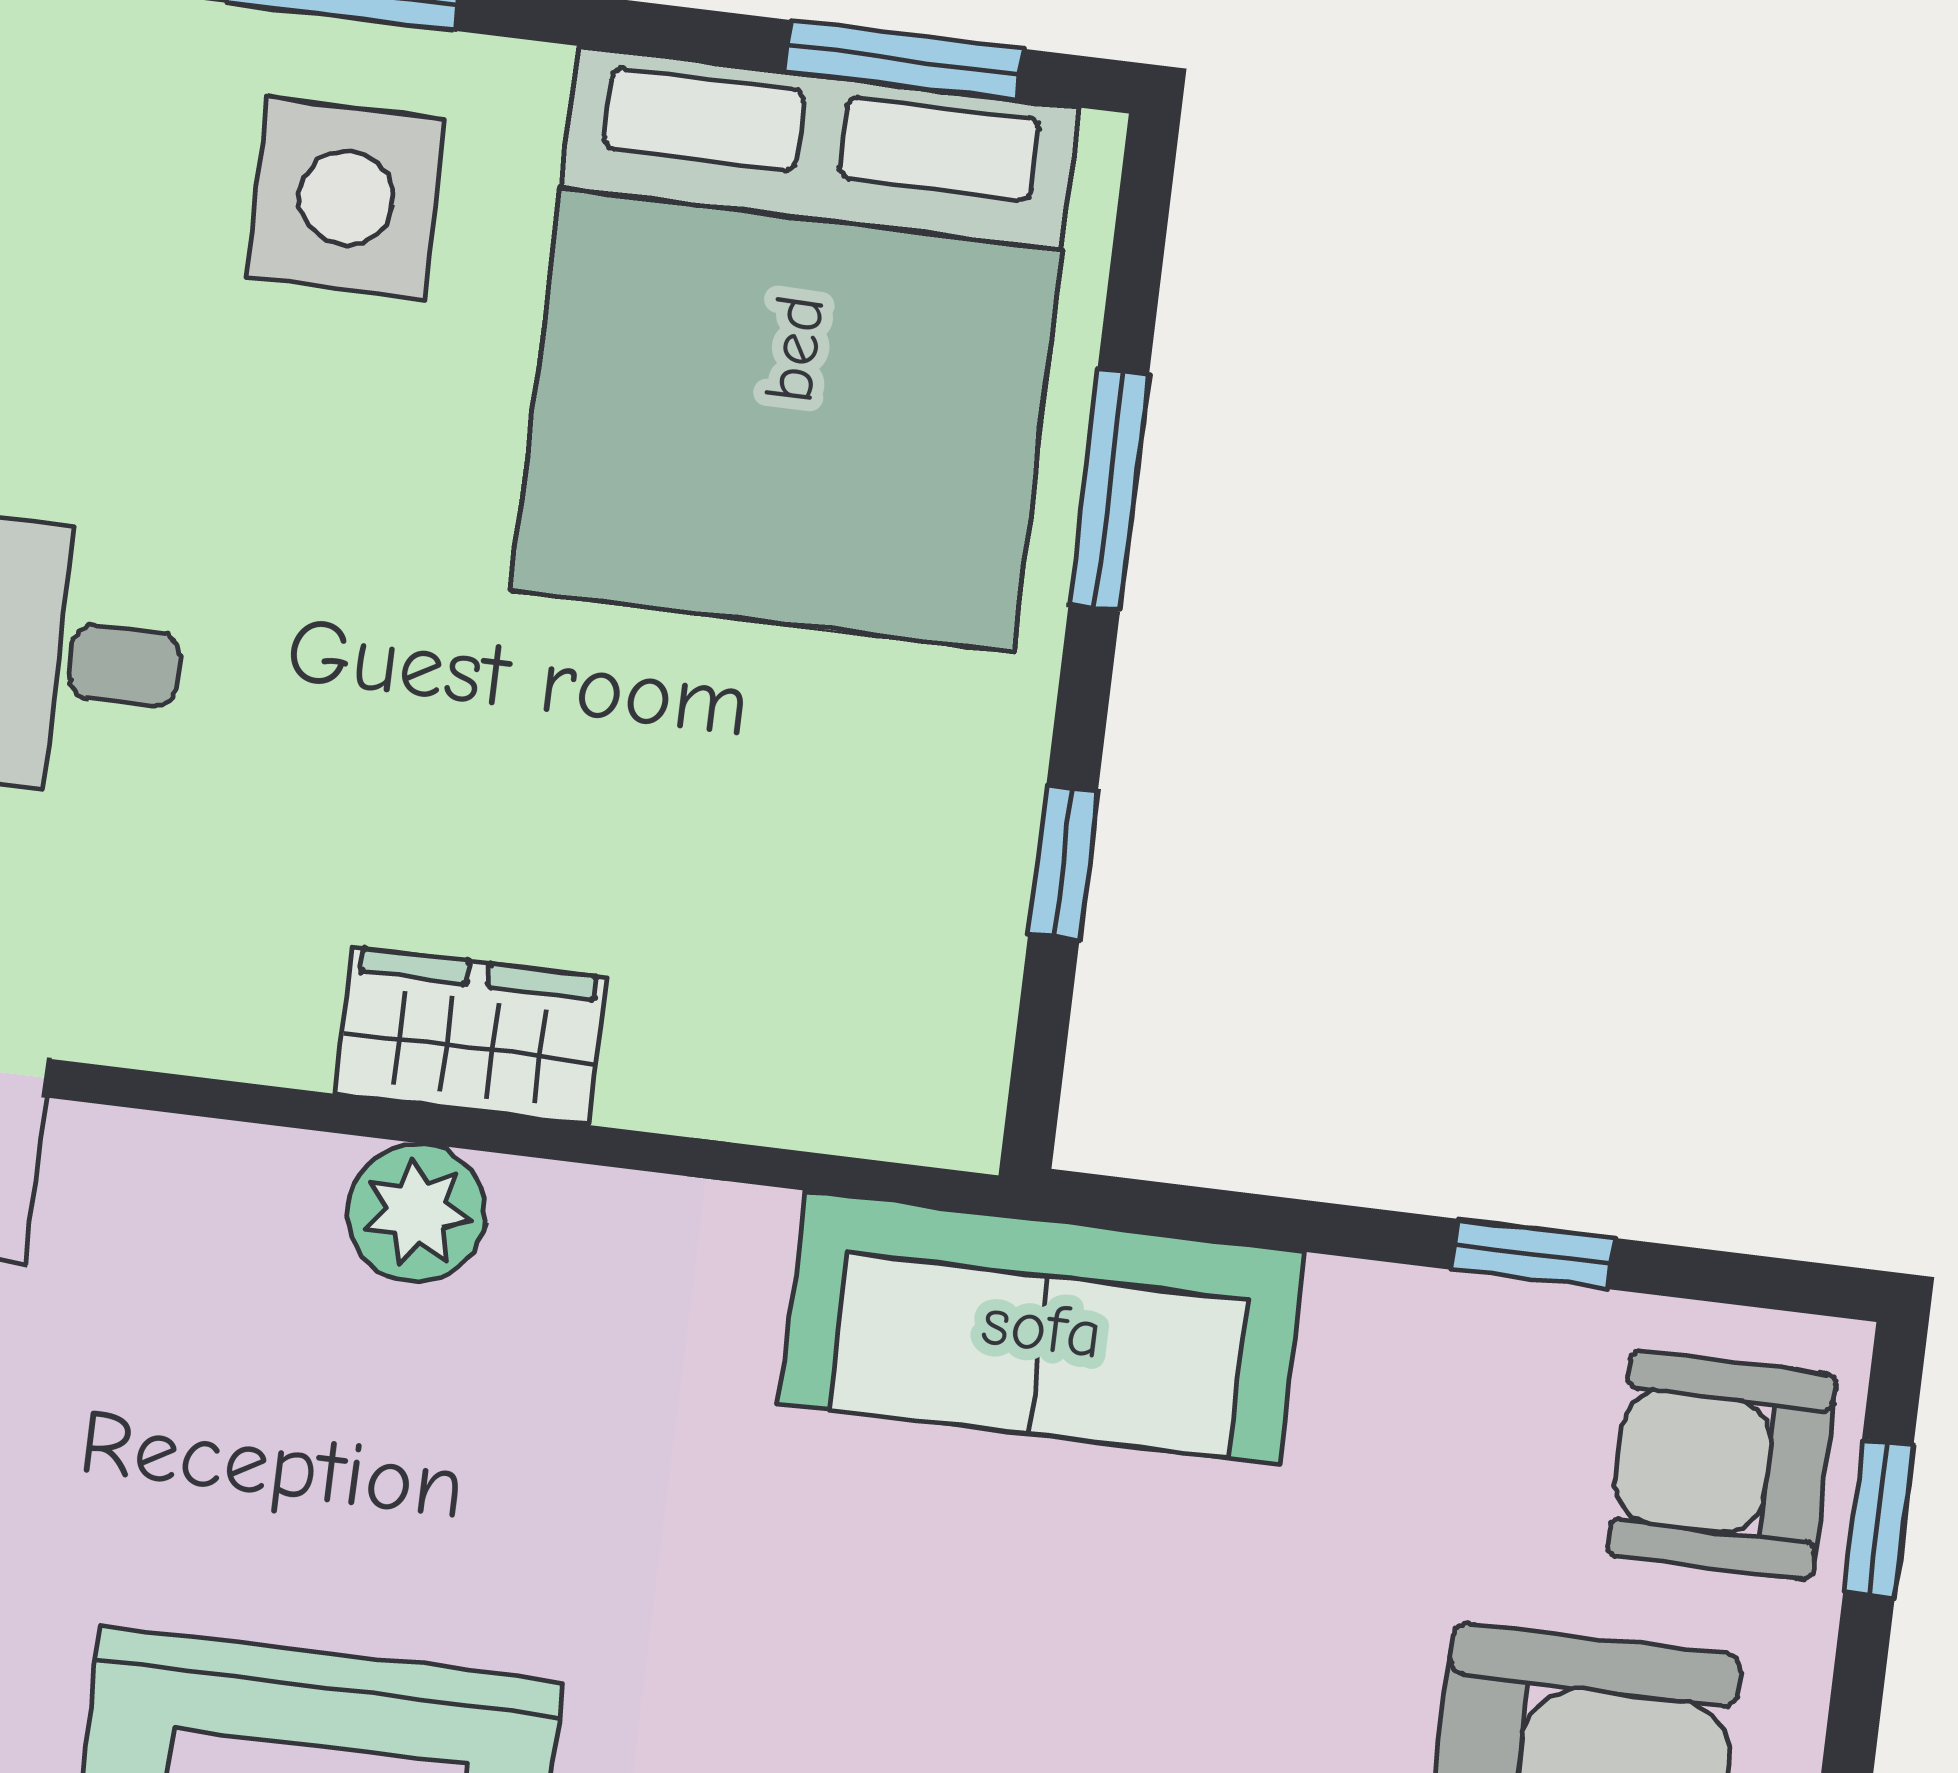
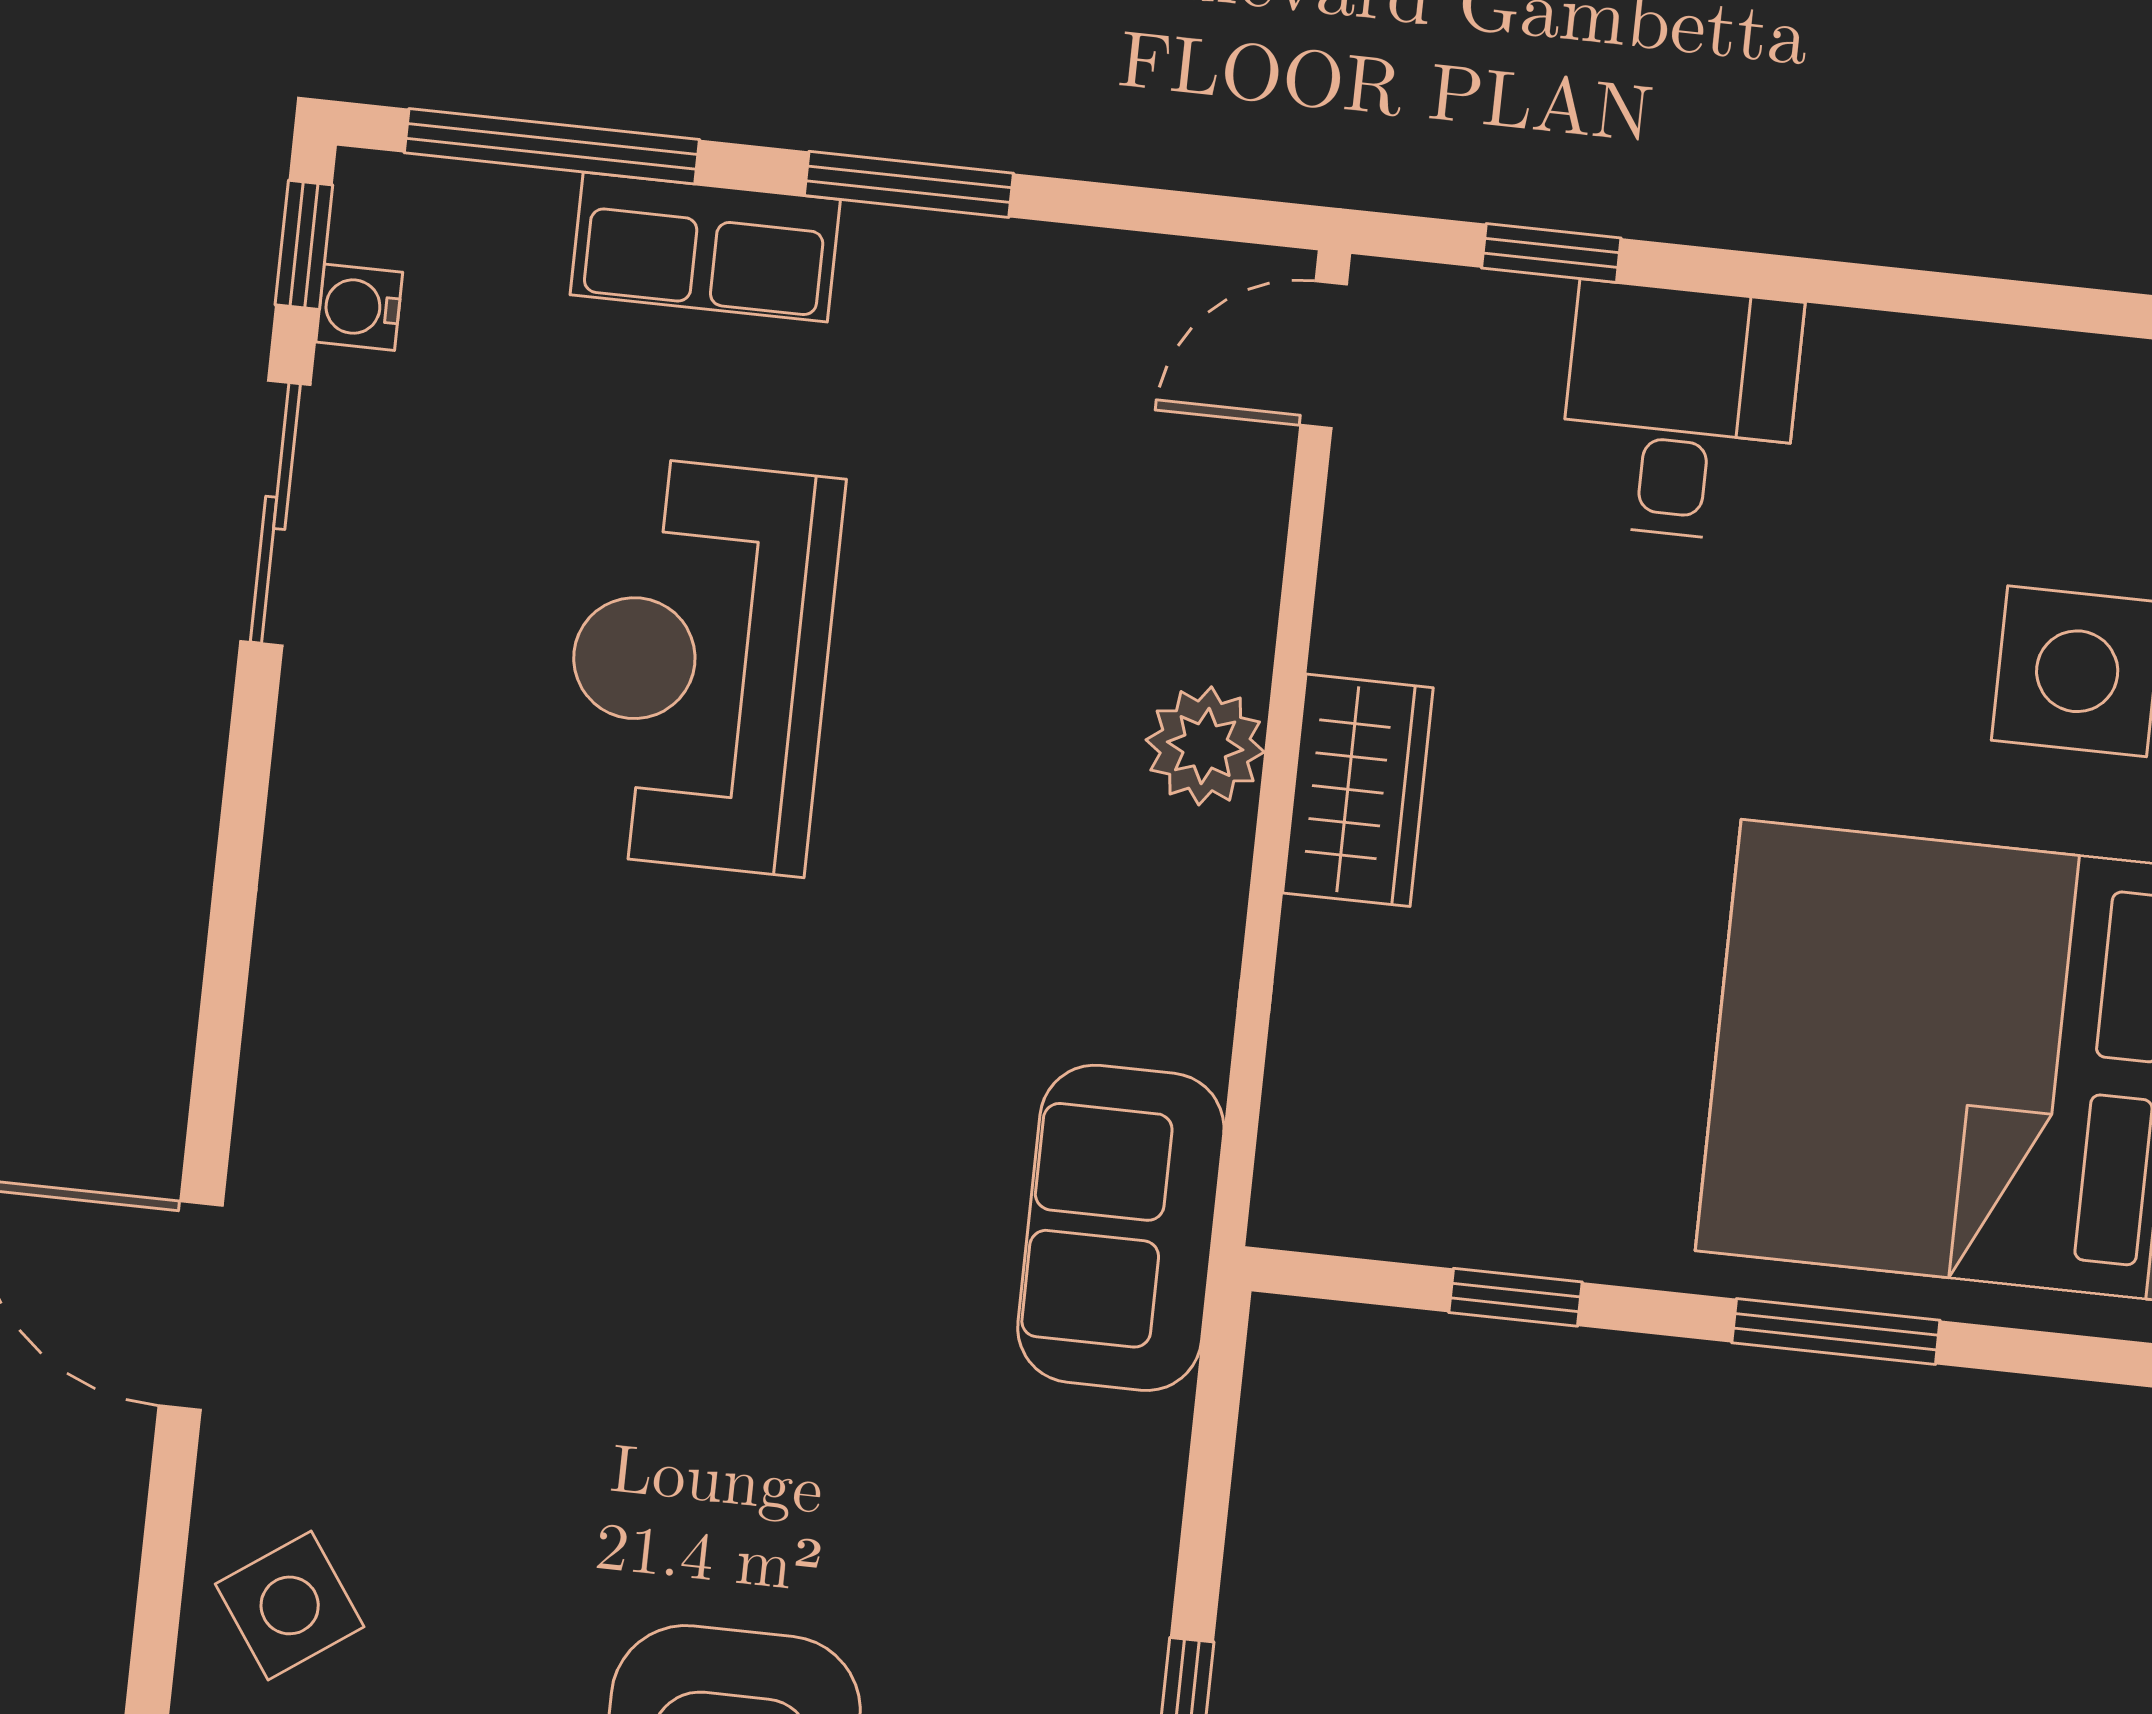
sofa: (1042, 1328) -> (1121, 1228), width x0.73

